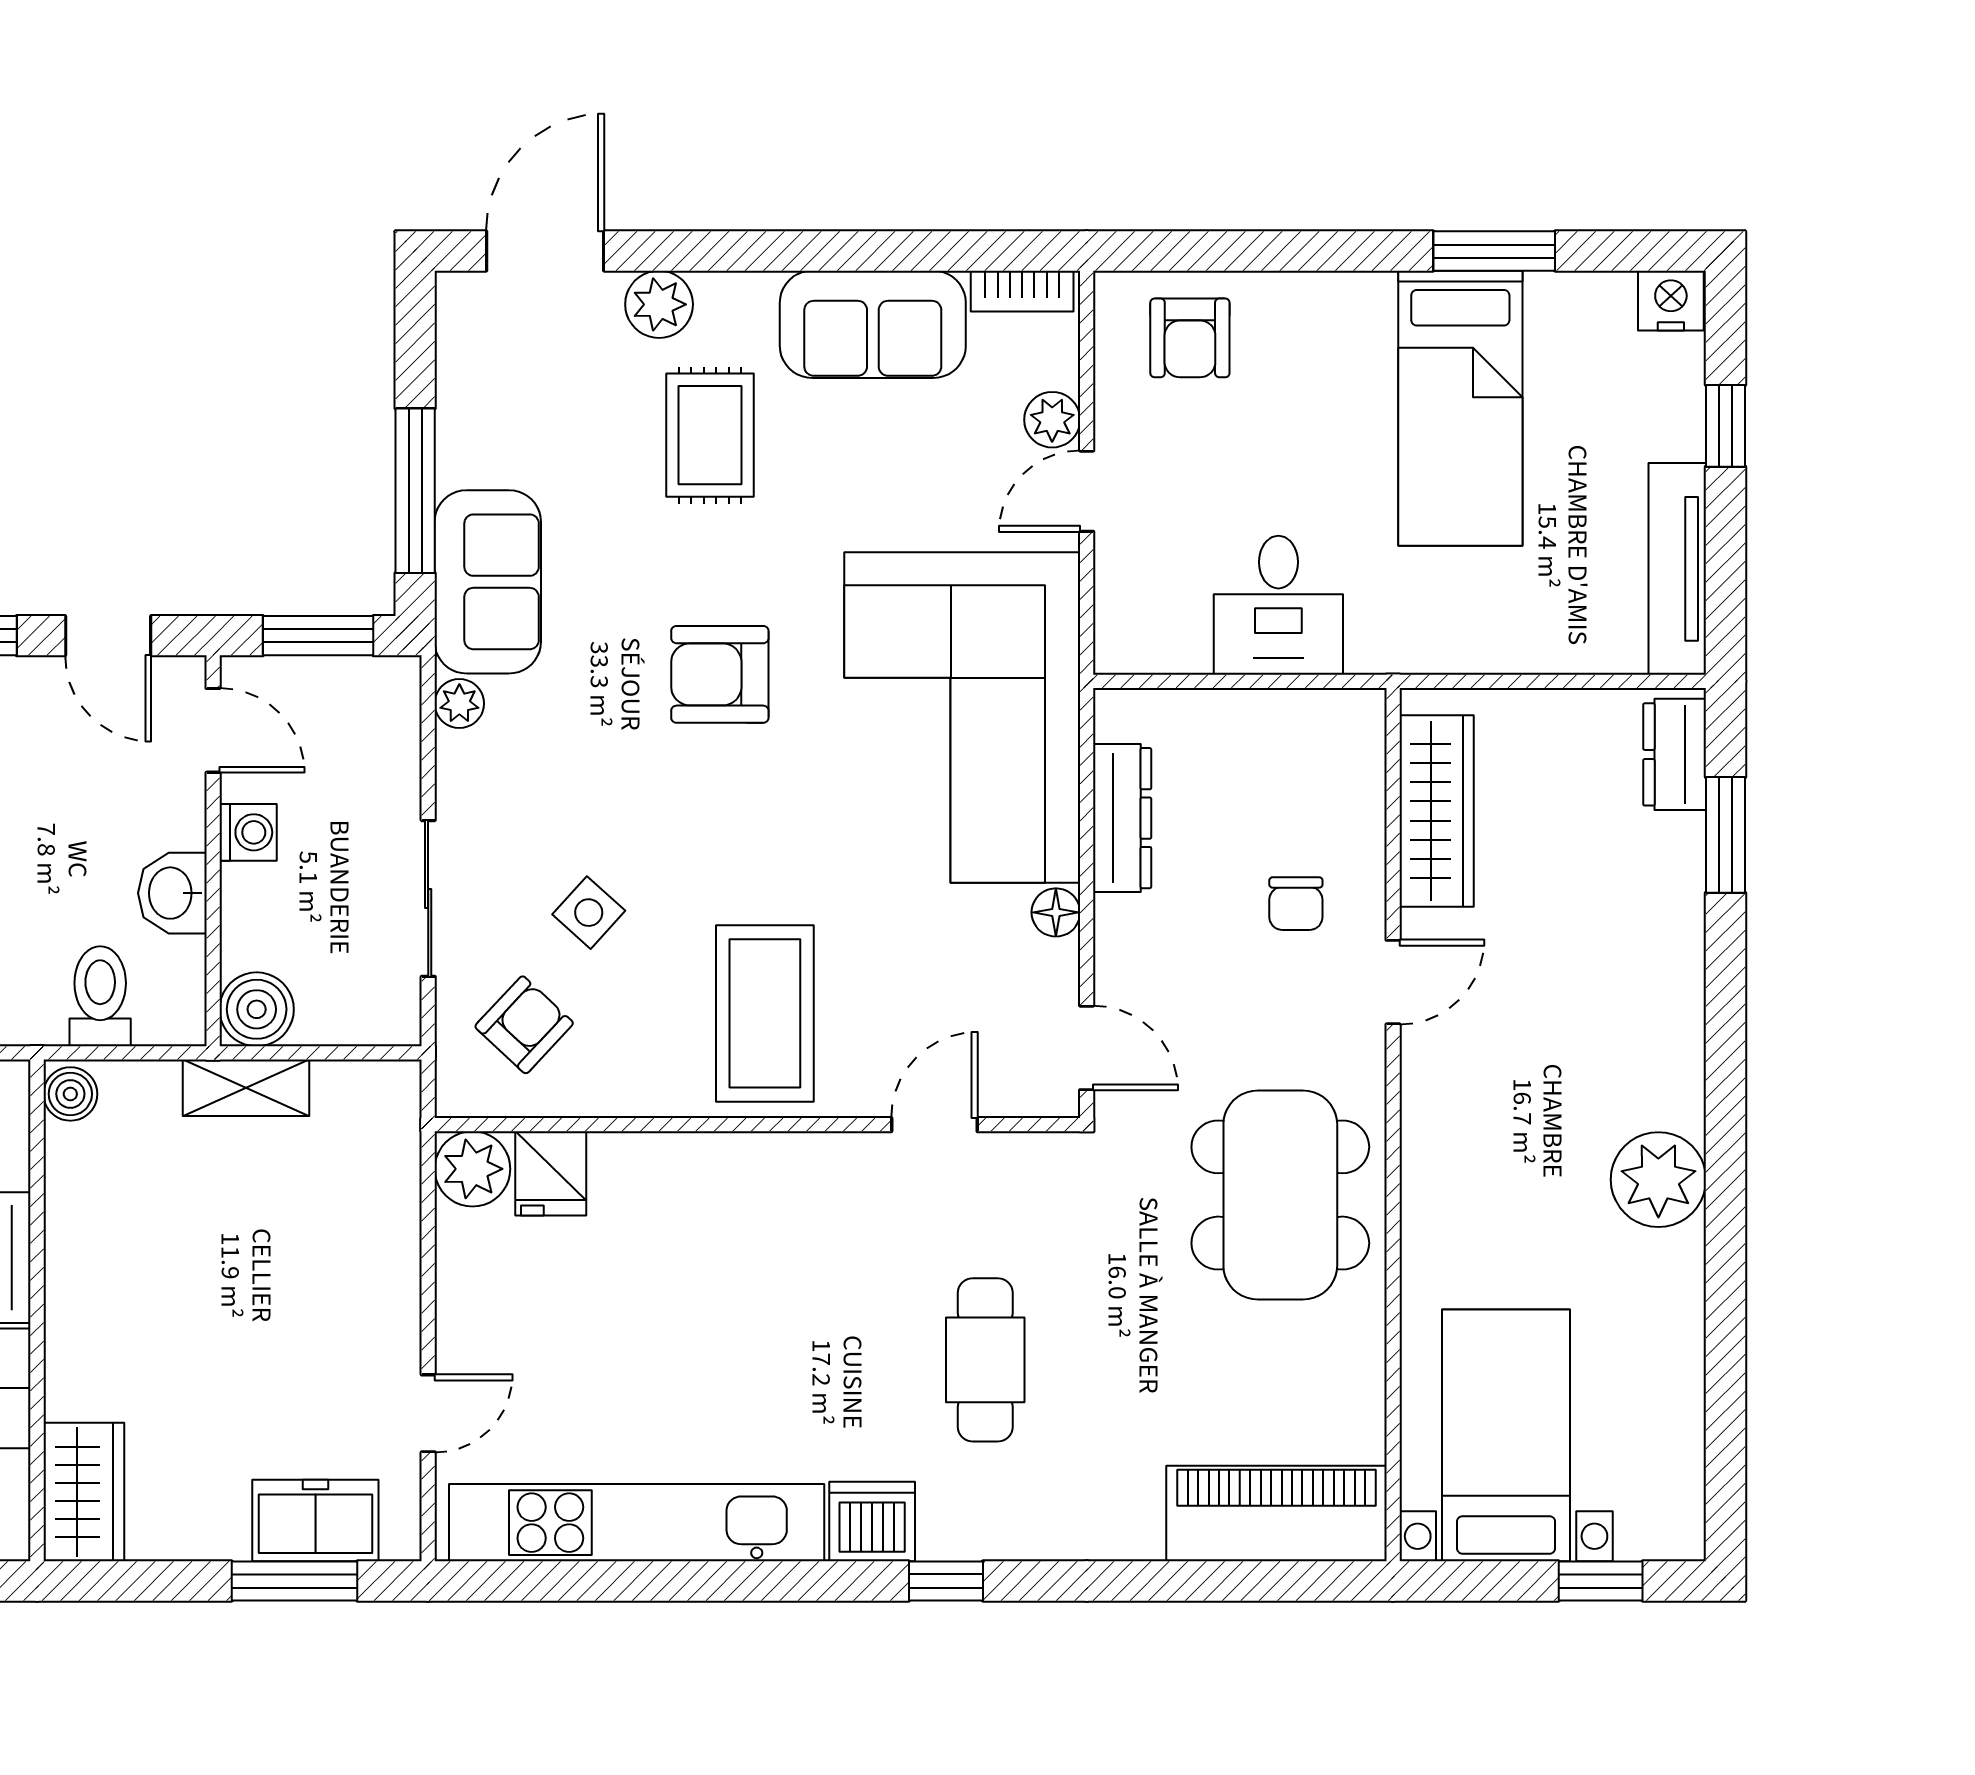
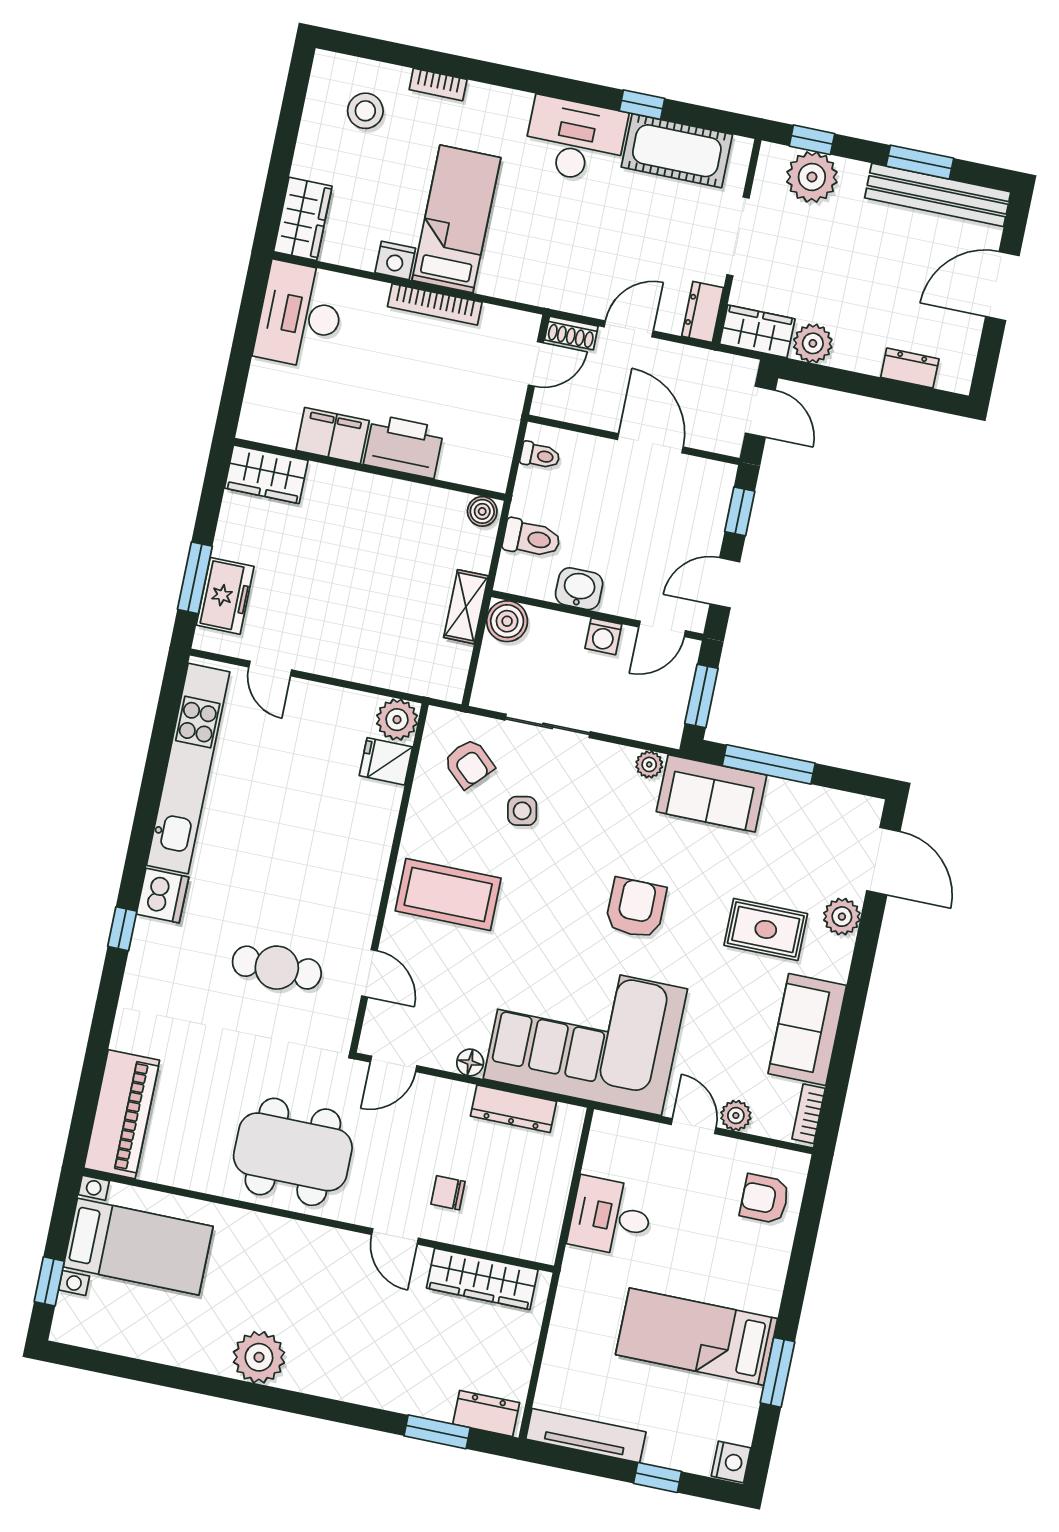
side table: (589, 913) -> (522, 811), turned 37
cafe table: (985, 1360) -> (277, 968), moved

